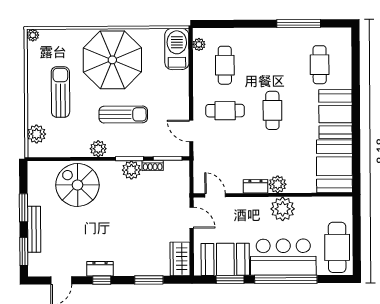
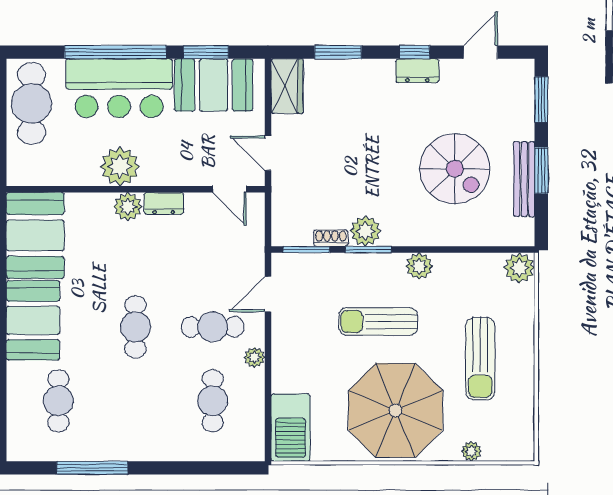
plant: (33, 35) -> (471, 451), moved
plant: (199, 44) -> (255, 357), moved
door: (191, 131) -> (268, 294), swing flipped
plant: (37, 134) -> (519, 268), moved
spiral stairs: (77, 185) -> (455, 169), moved
bench: (34, 229) -> (524, 179), moved

